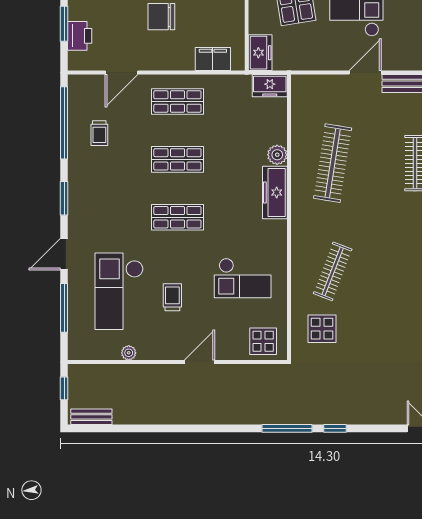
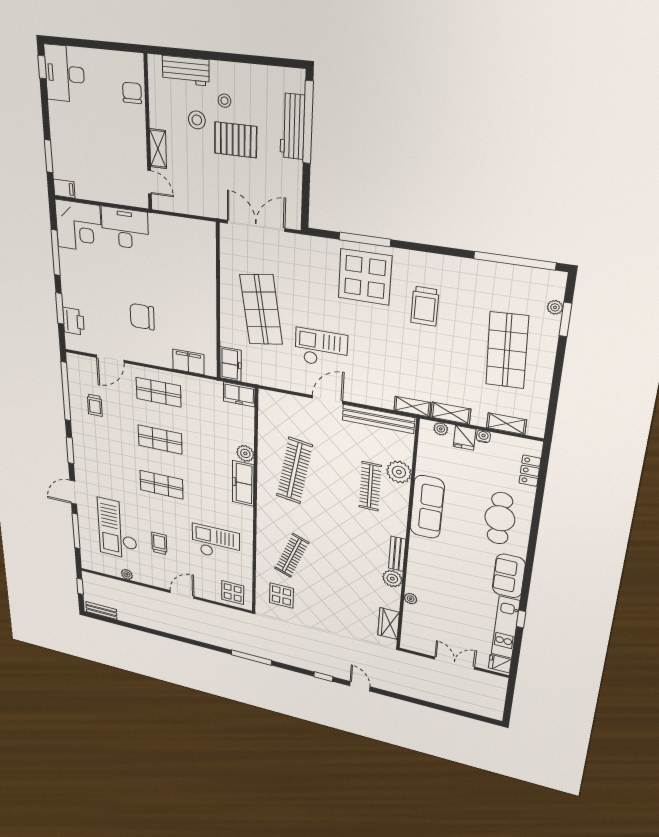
checkout: (243, 278) -> (216, 543), turned 180
window: (335, 428) -> (323, 677), moved

